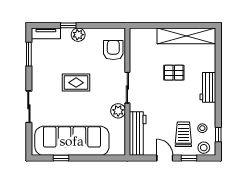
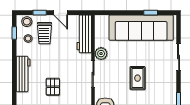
pallet: (174, 73) -> (53, 87), turned 90
rug: (76, 83) -> (138, 78), turned 90
workbench: (208, 87) -> (23, 74), width x1.38

